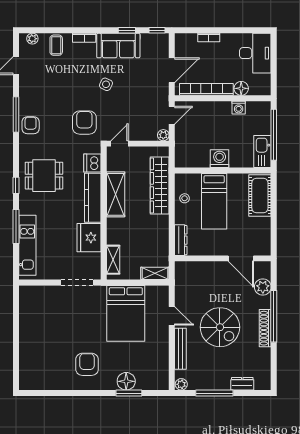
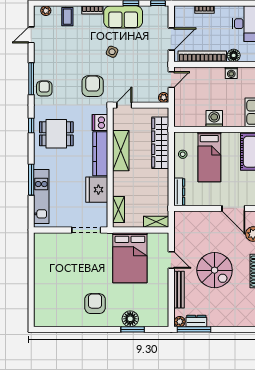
window: (16, 185) -> (31, 125), moved
dresser: (242, 384) -> (196, 321), moved
window: (214, 393) -> (194, 329), moved

